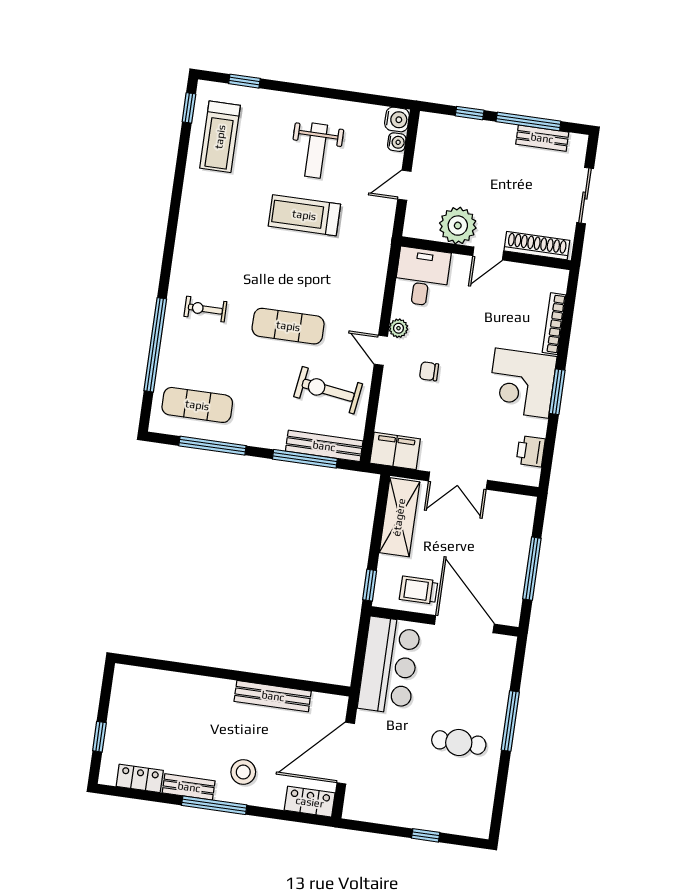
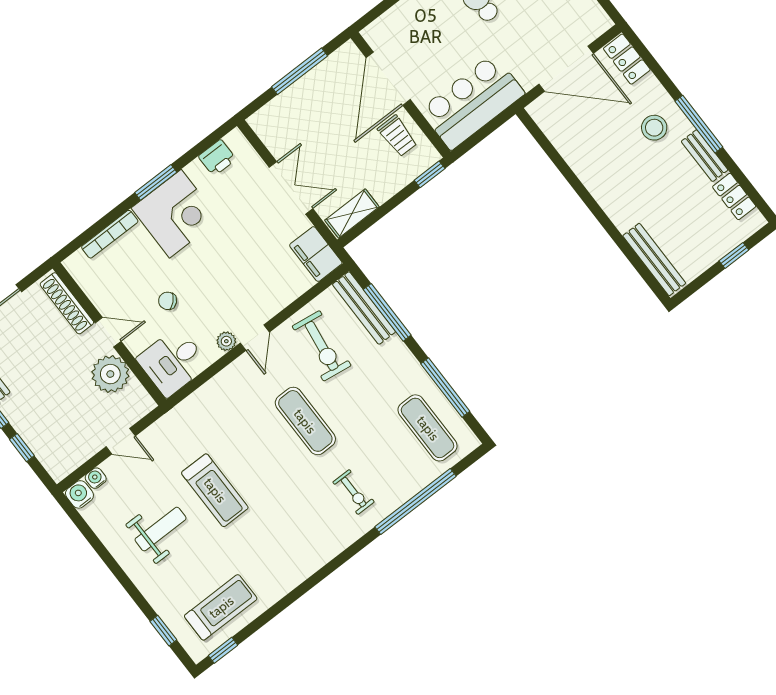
chair: (429, 371) -> (168, 301), moved, turned 137
shelving: (399, 517) -> (352, 214), width x0.67, depth x0.75
bench: (273, 696) -> (654, 259), moved

